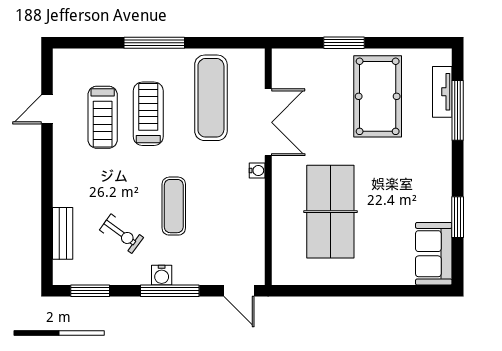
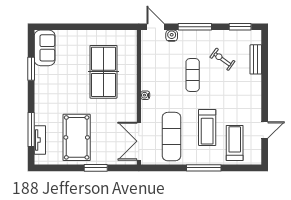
treadmill: (103, 117) -> (235, 143), moved
double door: (268, 122) -> (139, 141), moved
water cooler: (162, 275) -> (172, 36), moved

